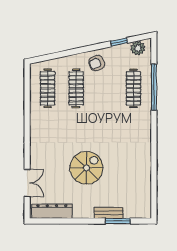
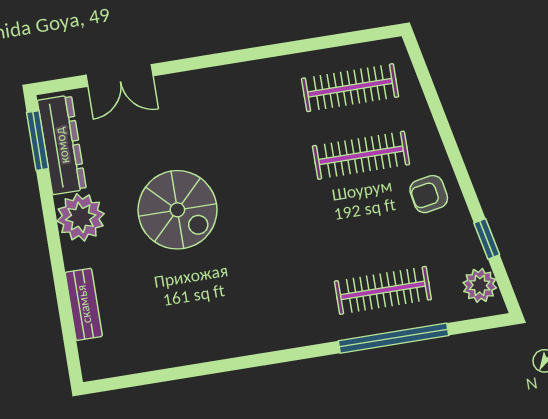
armchair: (97, 63) -> (429, 194), turned -78
plant: (83, 208) -> (81, 217), added
bench: (109, 213) -> (84, 304), moved
window: (118, 221) -> (38, 141), moved

